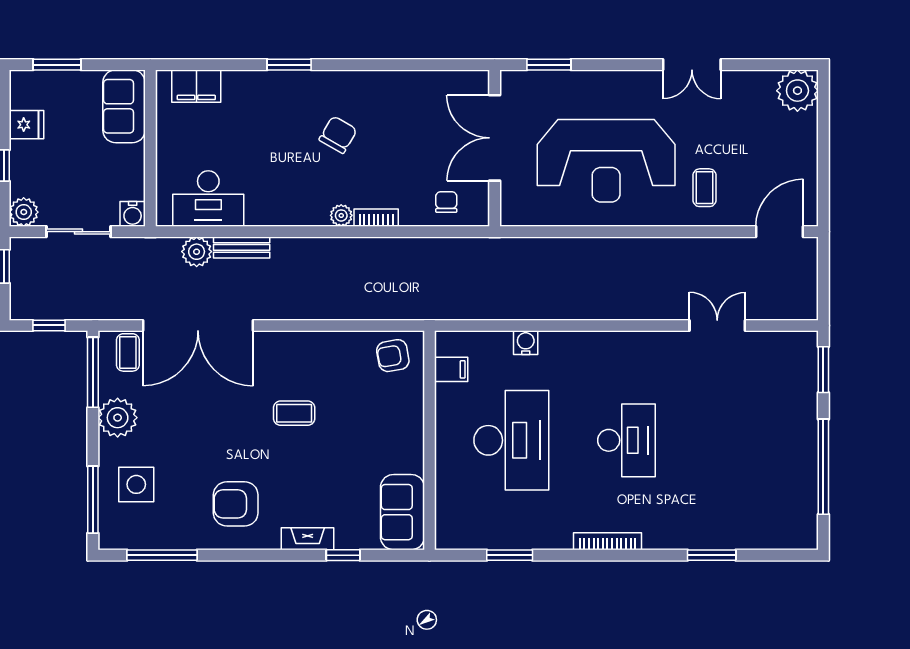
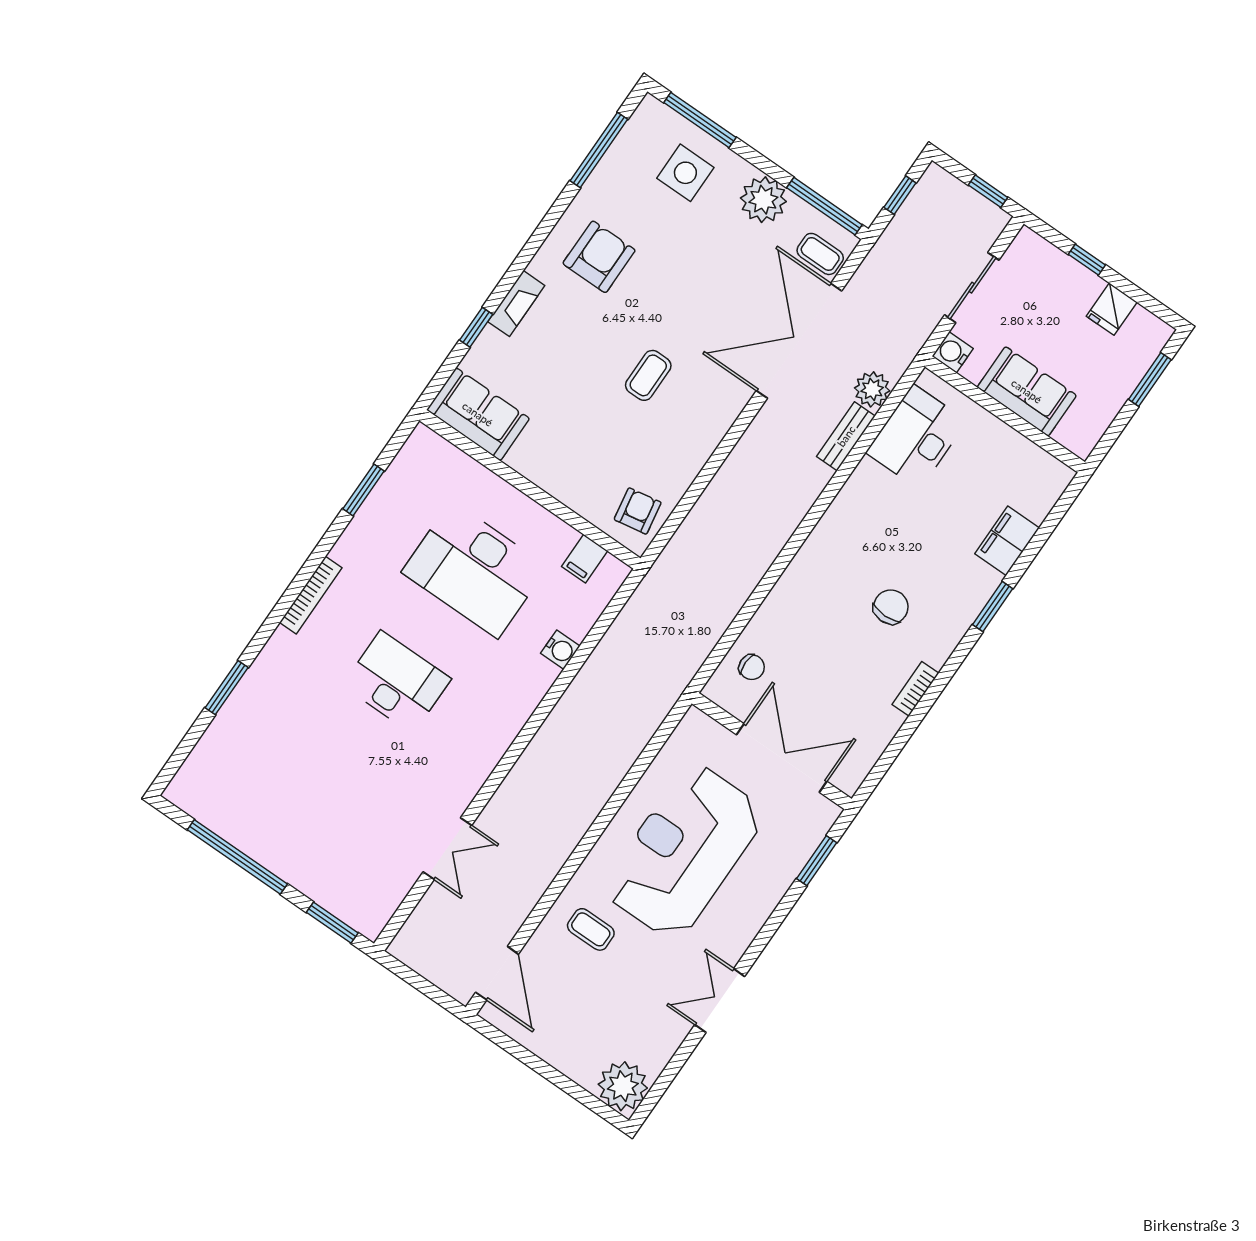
filing cabinet: (196, 86) -> (1007, 541), moved
sofa: (124, 106) -> (1027, 391), moved
chair: (338, 135) -> (891, 607), turned -120
plant: (24, 212) -> (1028, 247), removed
plant: (341, 215) -> (810, 555), removed
bookcase: (376, 218) -> (915, 689), moved, turned 180
desk: (626, 440) -> (397, 682), turned 180

